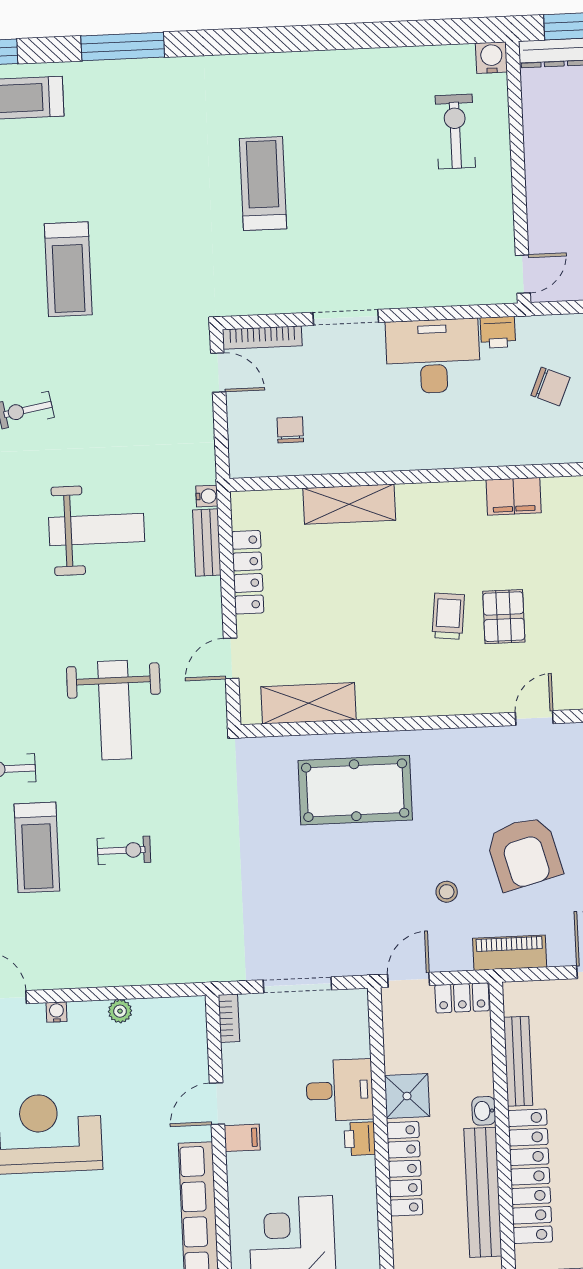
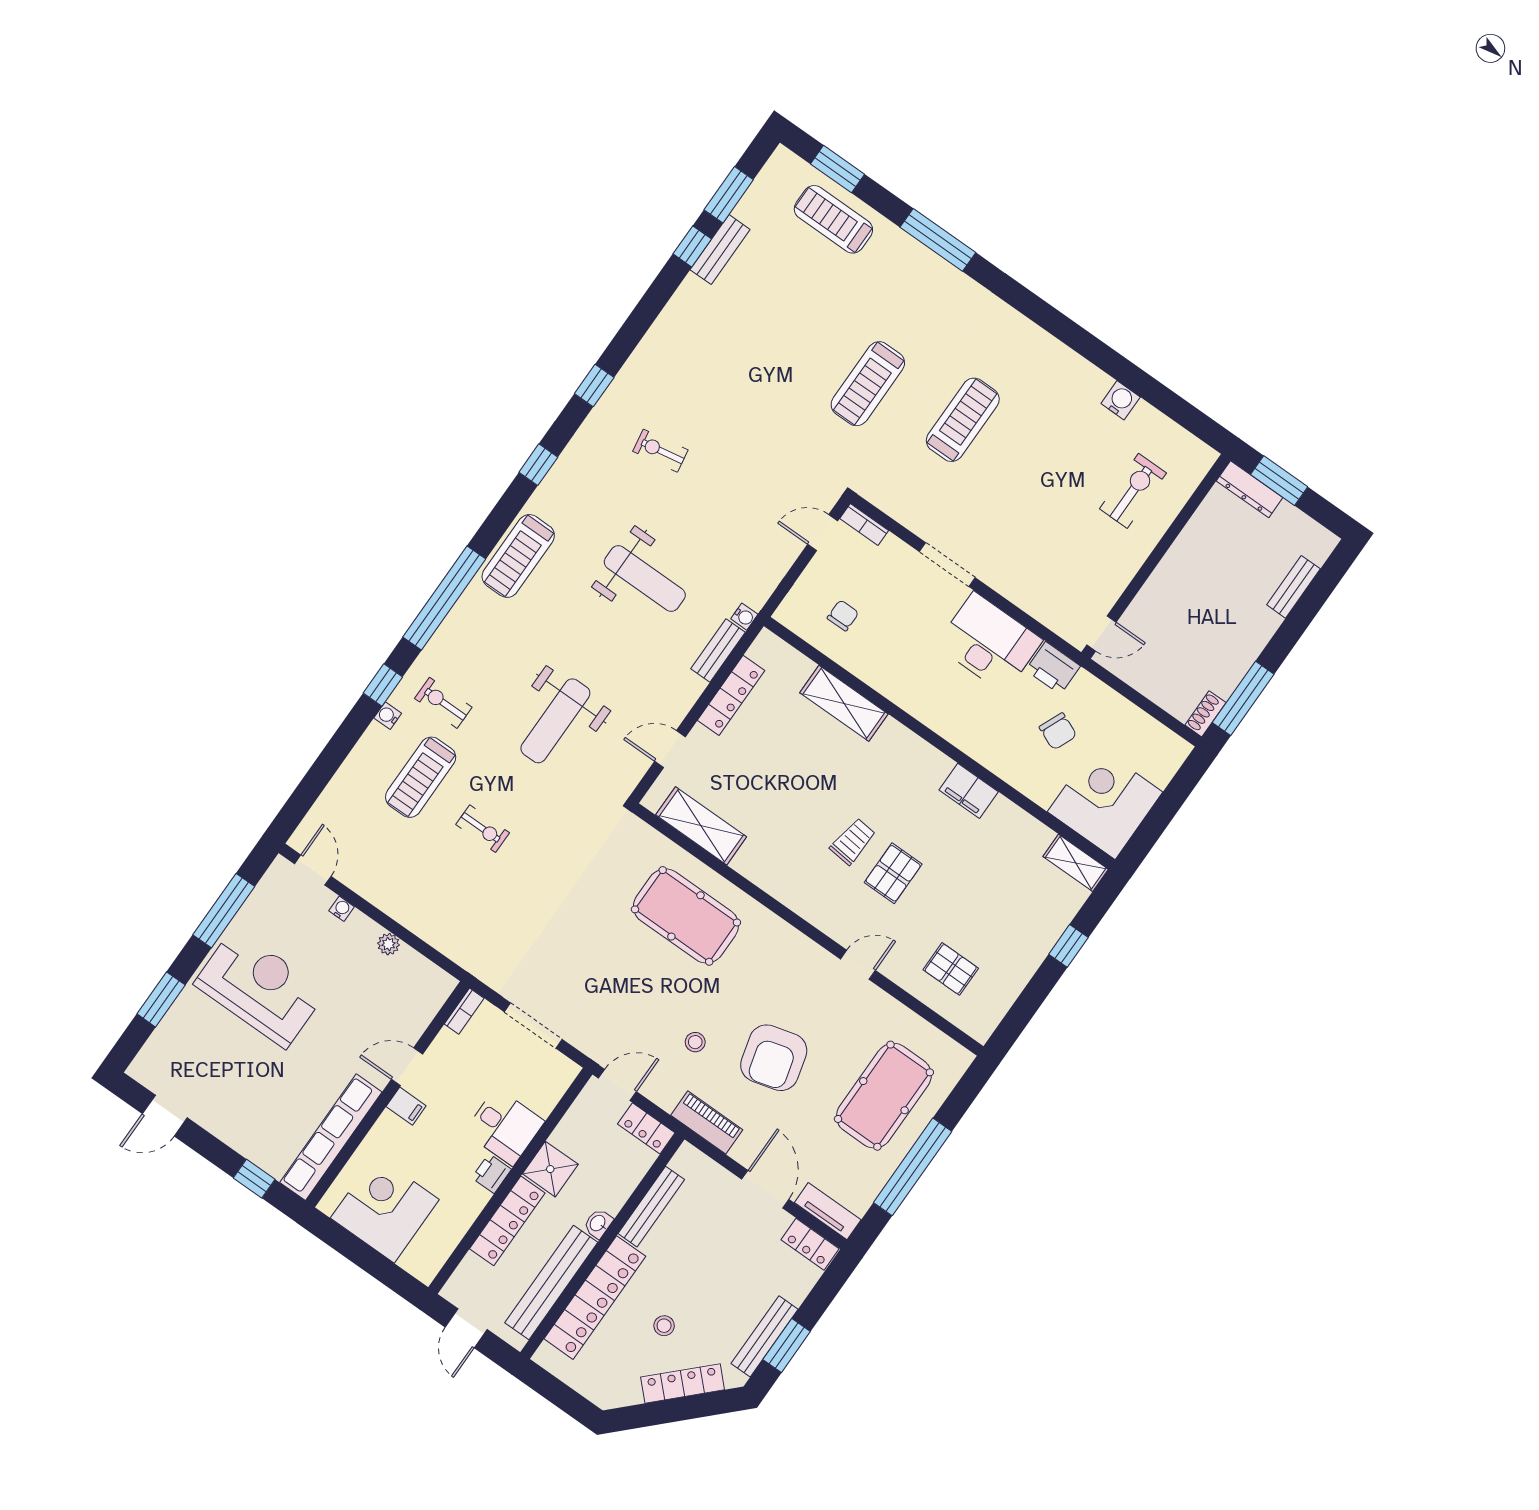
water cooler: (491, 58) -> (1121, 400), moved
treadmill: (68, 269) -> (868, 384), moved
printer: (498, 332) -> (1053, 668), width x1.36, depth x1.24
bookcase: (262, 338) -> (864, 524), width x0.64
door: (218, 373) -> (823, 533), swing flipped

